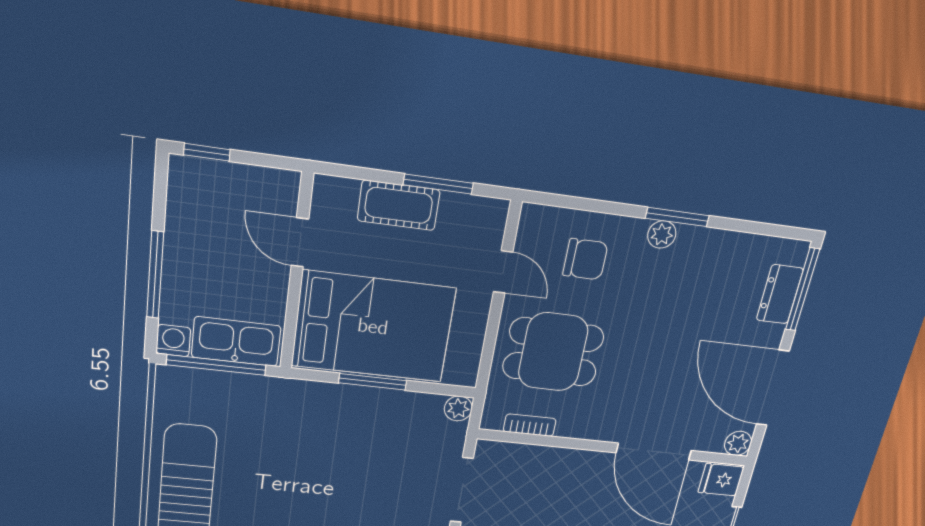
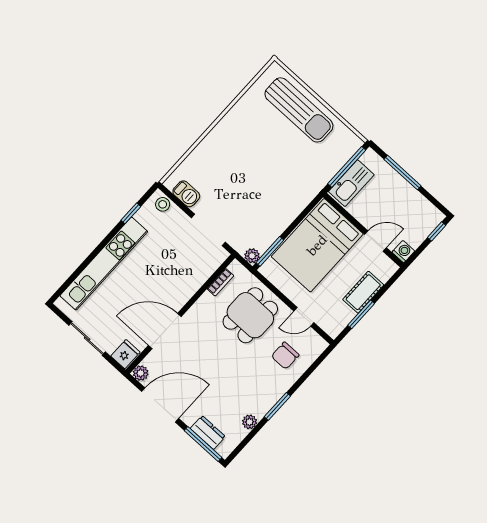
plant: (662, 234) -> (250, 422), moved
washing machine: (173, 341) -> (403, 252), moved, turned -90
window: (373, 382) -> (270, 251), moved

